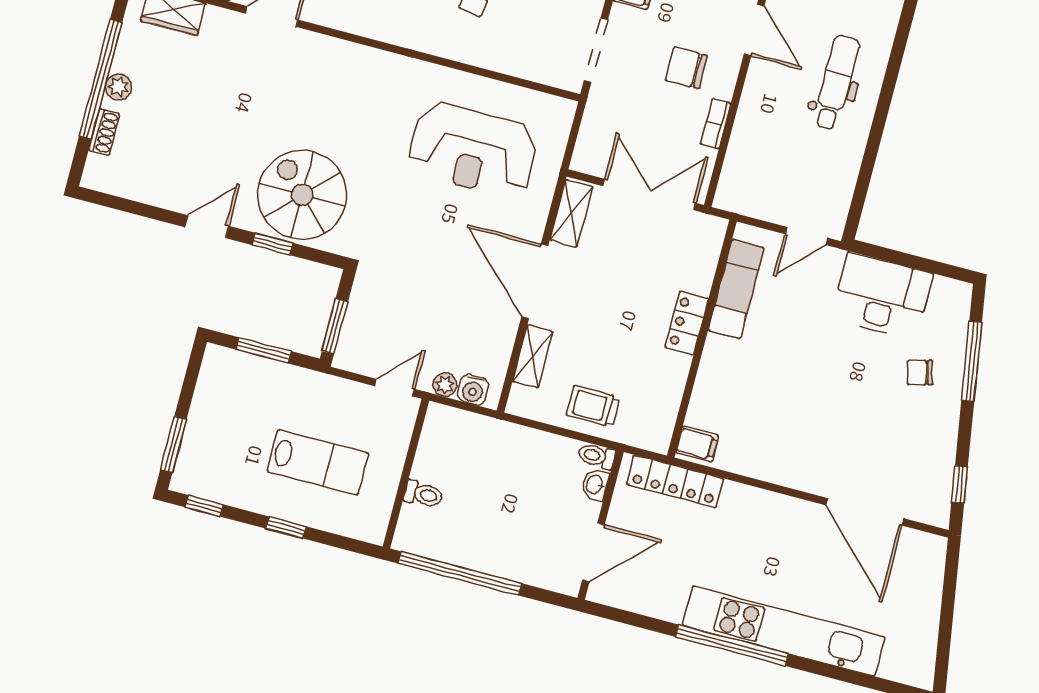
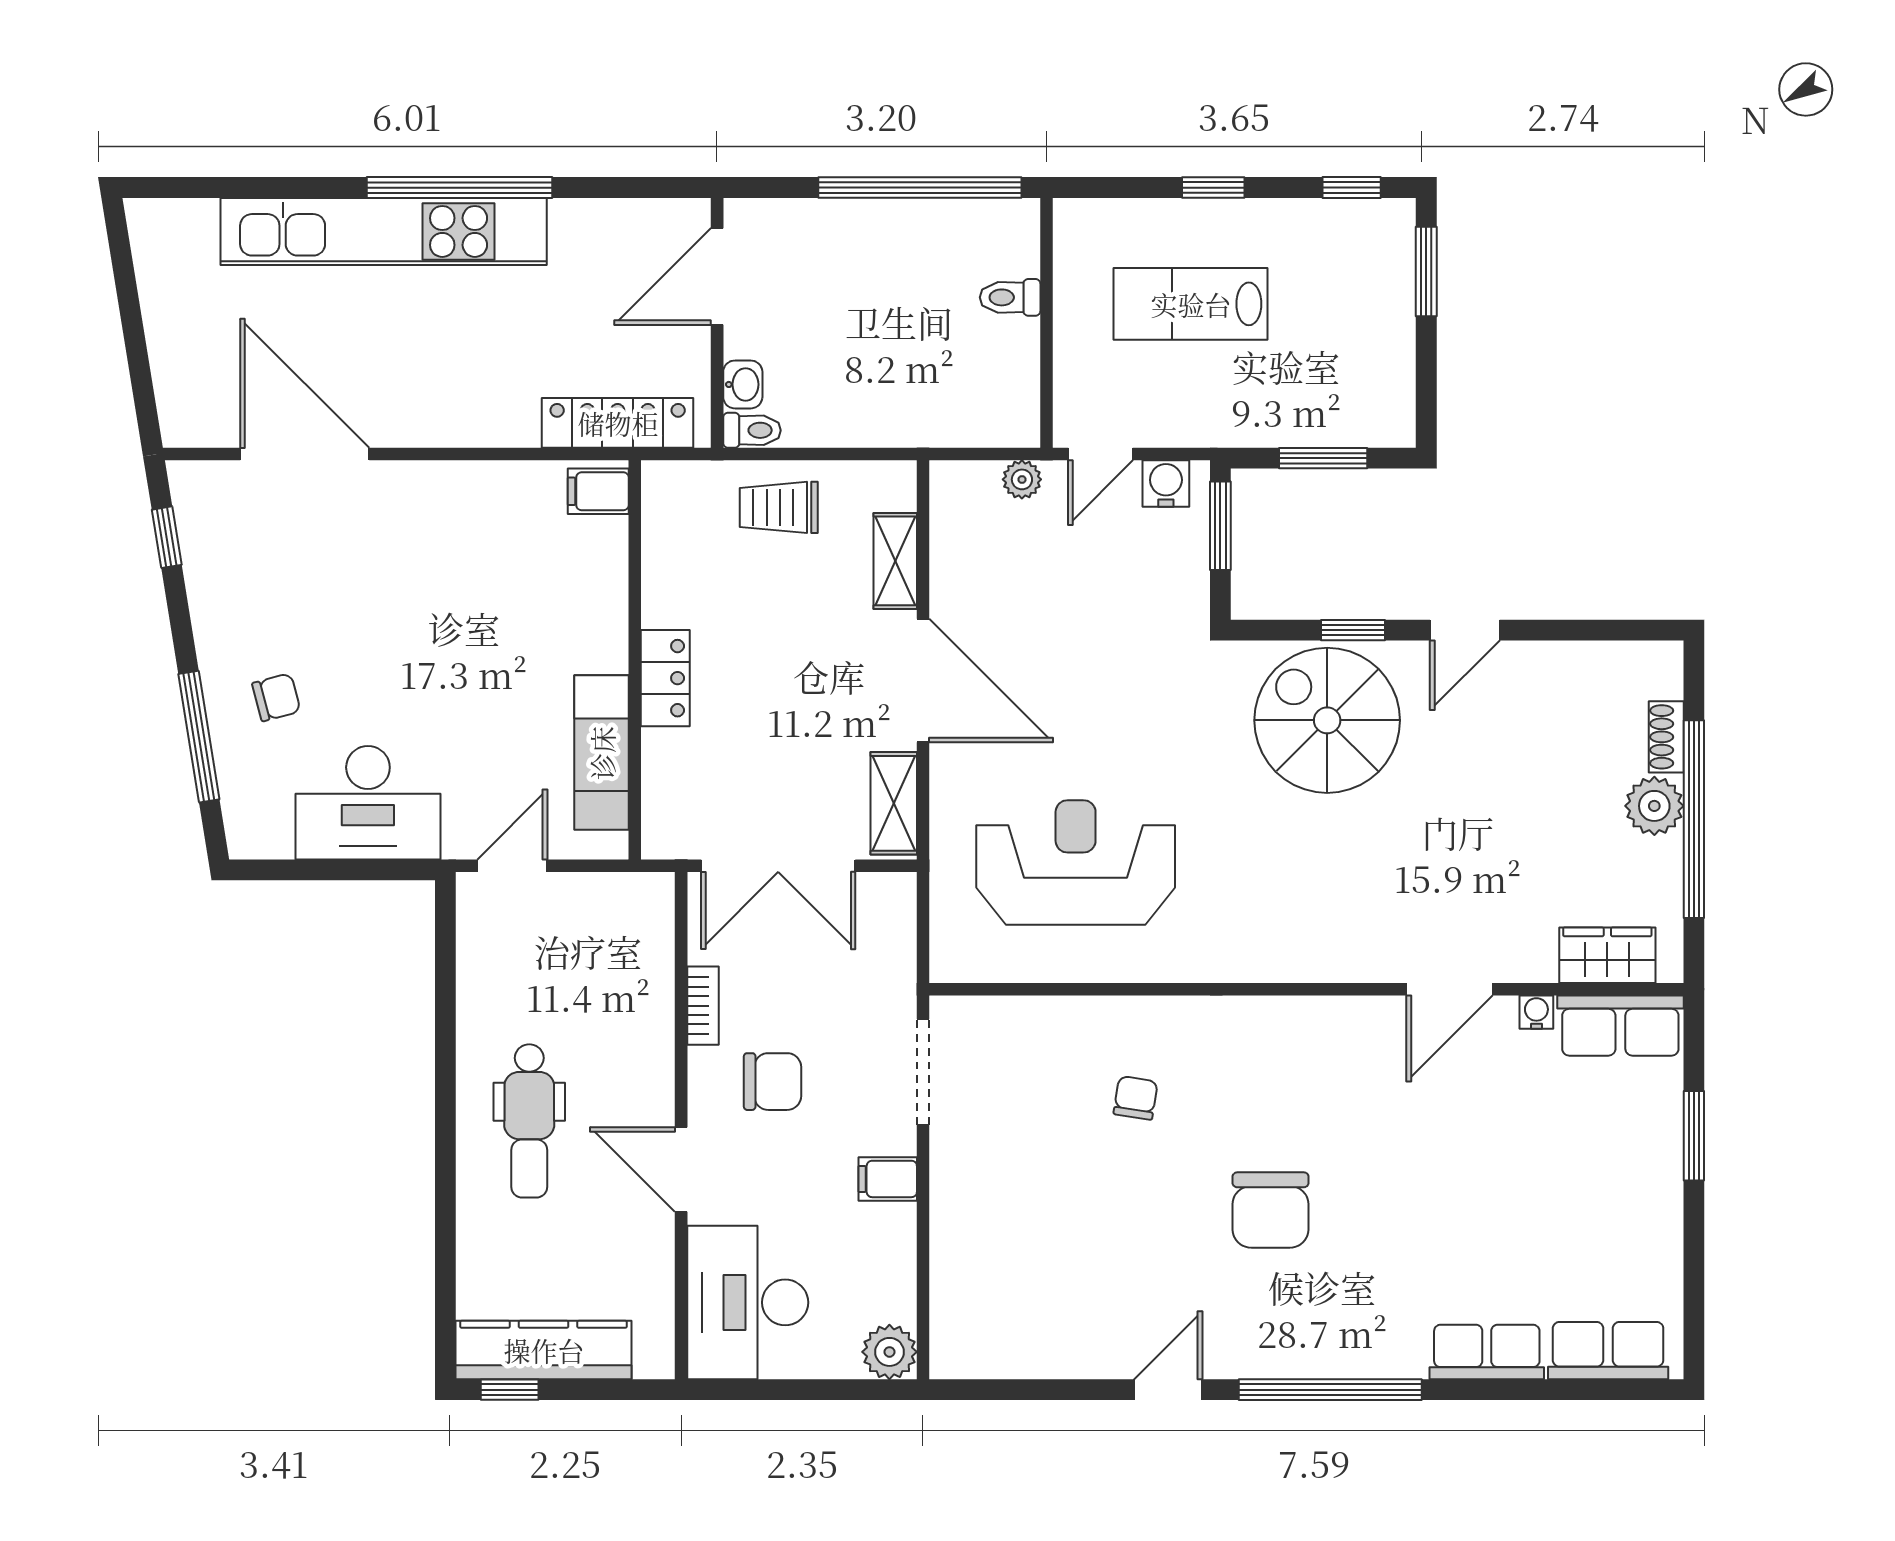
plant: (119, 87) -> (1654, 806), width x1.38, depth x1.38
spiral stairs: (302, 195) -> (1327, 720), turned 180
water cooler: (473, 390) -> (1166, 484), moved
trolley: (593, 406) -> (779, 507), turned 180

